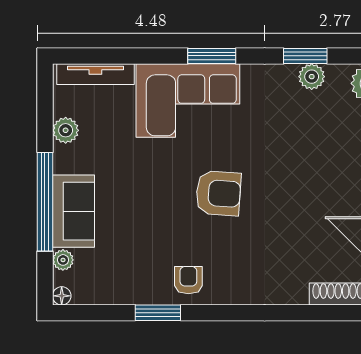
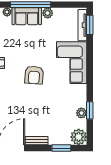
window: (212, 56) -> (90, 25), moved
plant: (66, 130) -> (48, 13), moved

